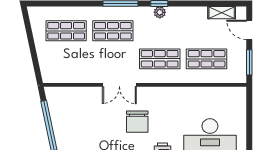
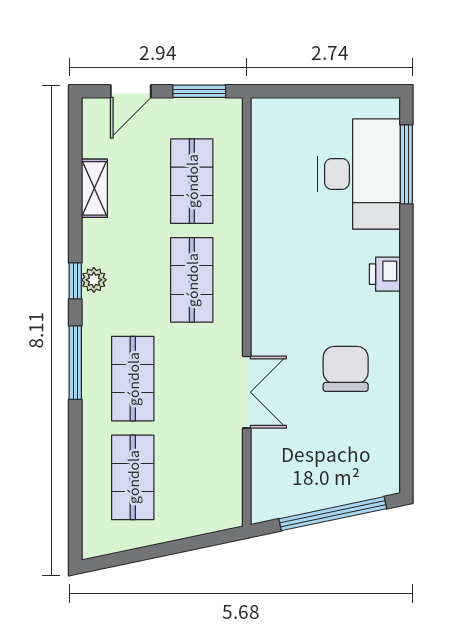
shelving: (222, 13) -> (94, 188), moved
double door: (119, 85) -> (247, 392), moved
chair: (137, 122) -> (346, 369), moved, turned -90

